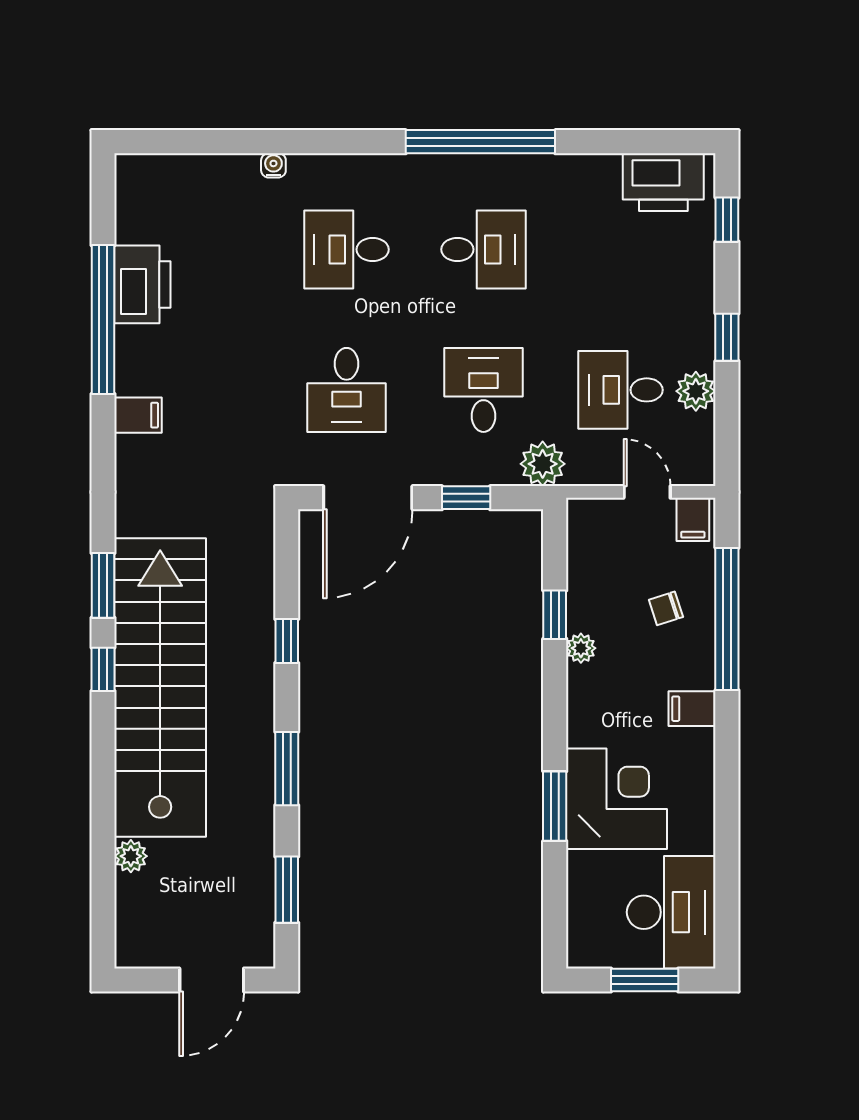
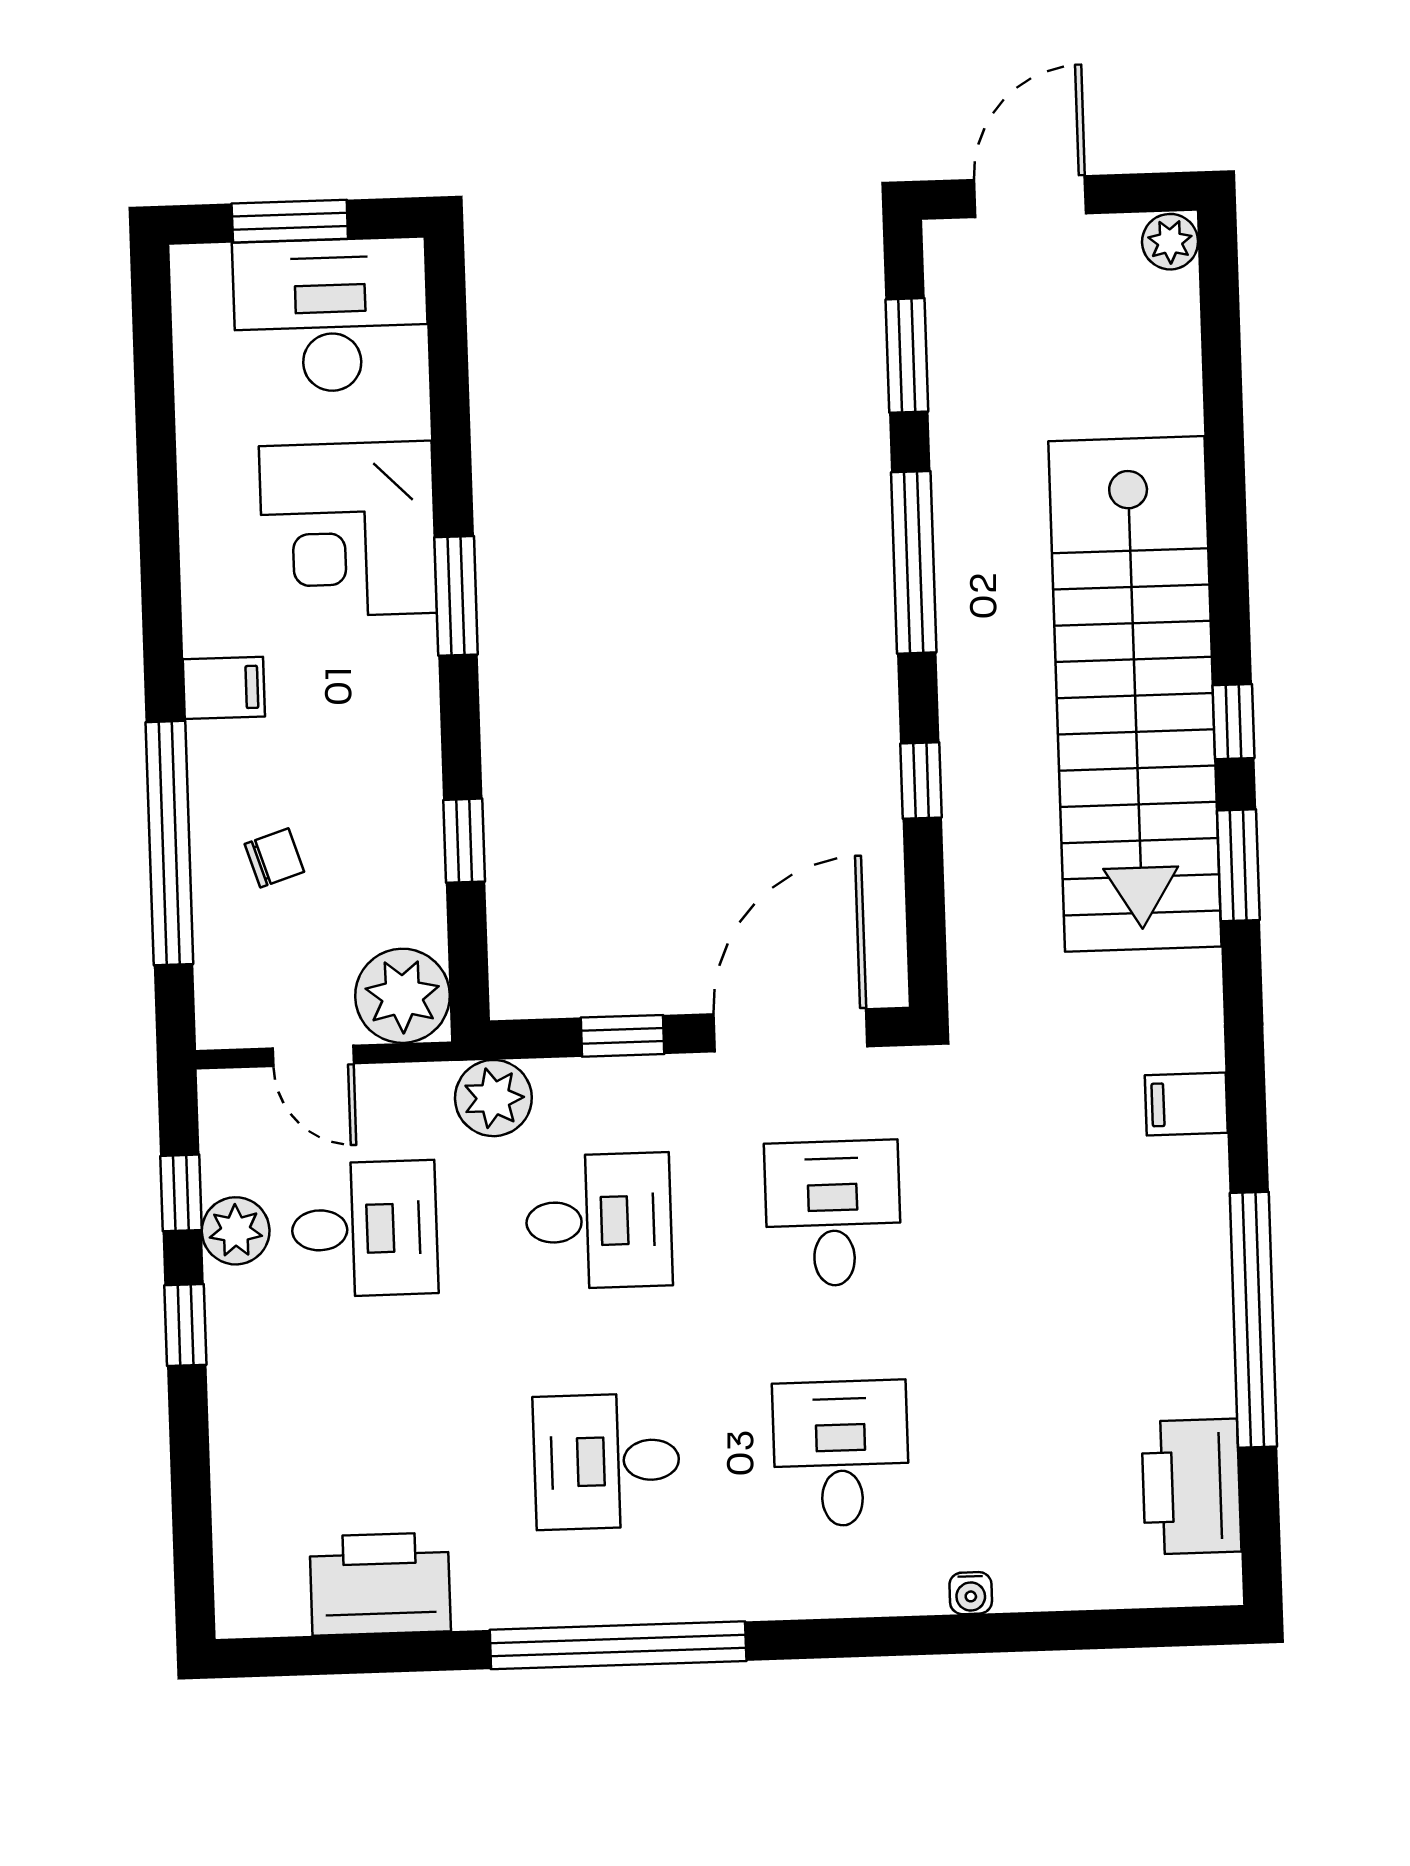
printer: (663, 182) -> (380, 1584), moved
window: (727, 220) -> (181, 1193), moved
desk: (346, 249) -> (841, 1453), turned -90
printer: (142, 284) -> (1191, 1487), moved
desk: (483, 390) -> (599, 1221), turned -90
filing cabinet: (138, 415) -> (1186, 1104), moved
filing cabinet: (693, 519) -> (233, 1011), removed
plant: (581, 648) -> (402, 996), moved, width x1.88, depth x1.88
window: (287, 769) -> (914, 562), width x1.44
window: (555, 806) -> (456, 596), moved
plant: (131, 856) -> (1170, 242), moved
desk: (671, 912) -> (331, 315), moved, turned 90

